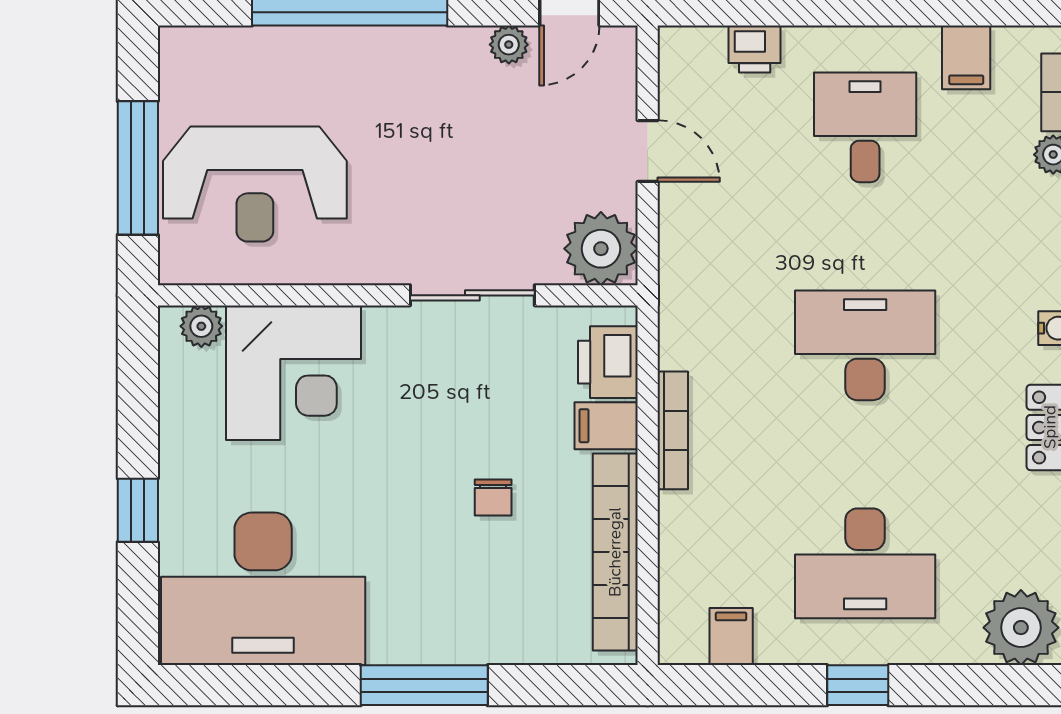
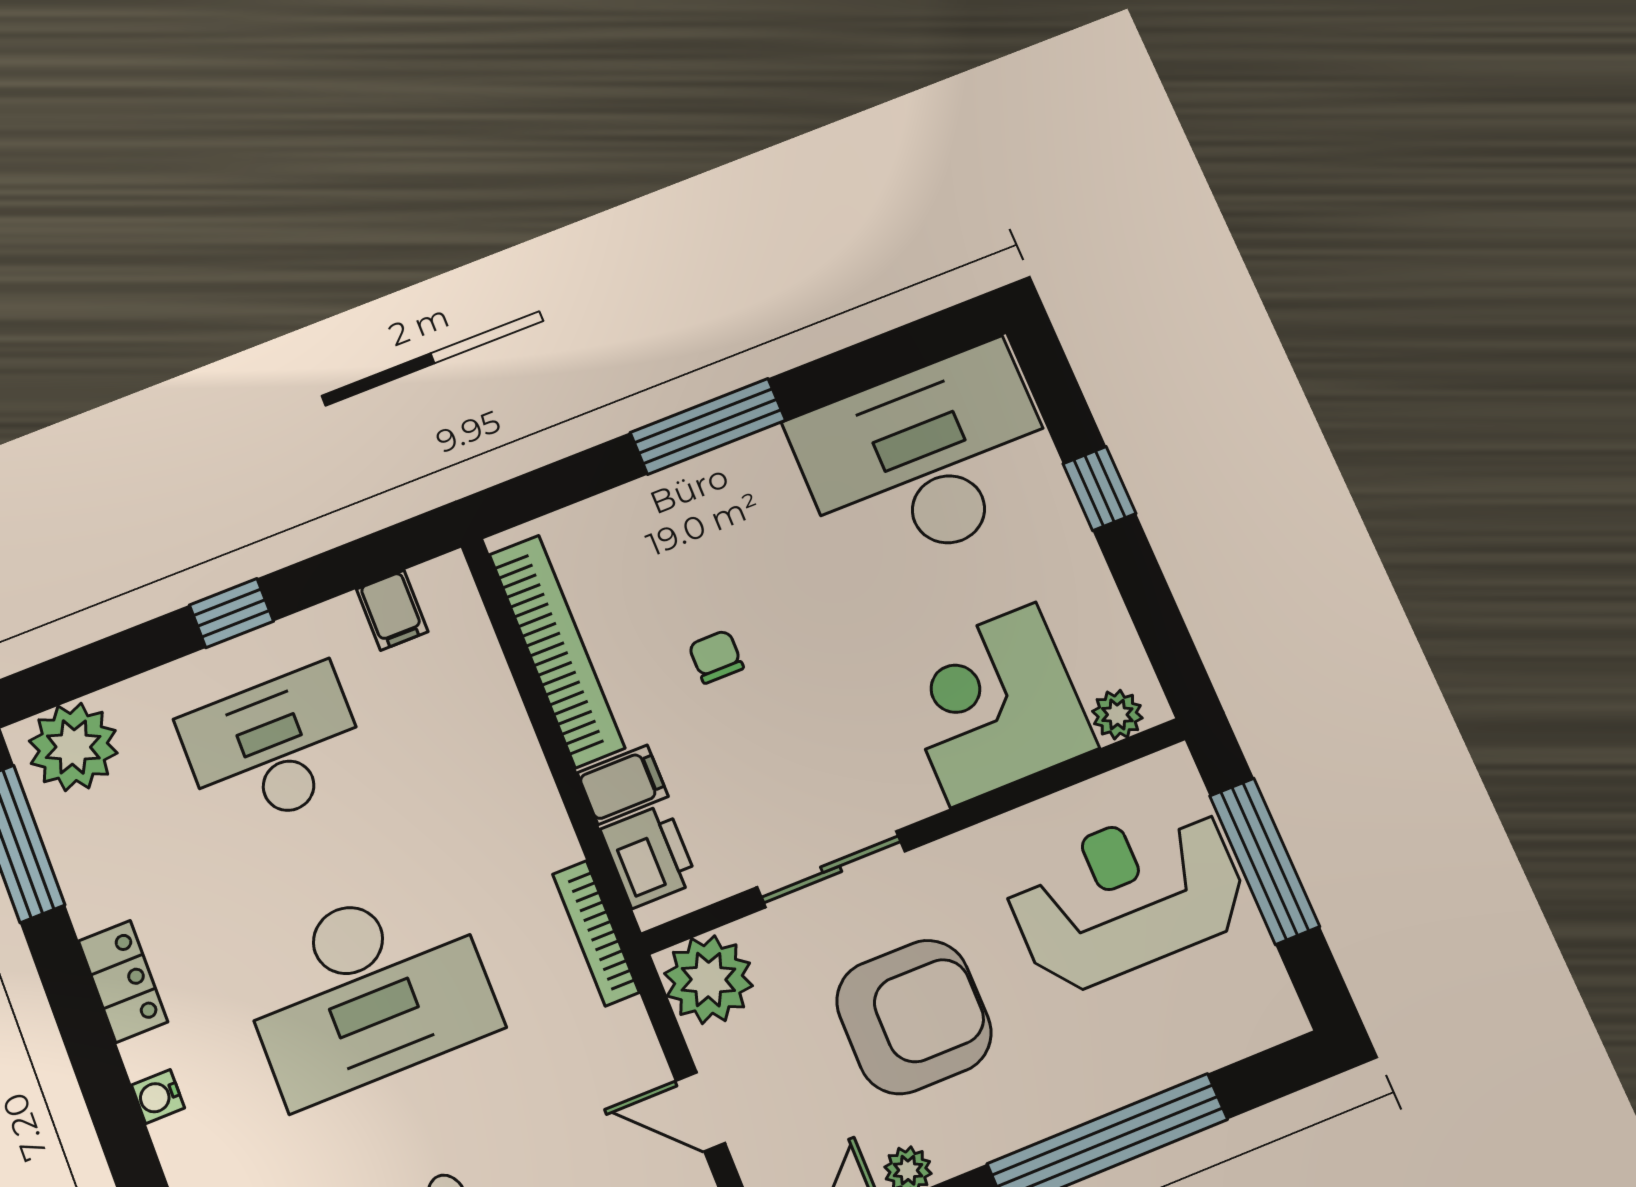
armchair: (456, 157) -> (914, 1017), added
desk: (865, 345) -> (367, 990), width x1.36, depth x1.30
bookcase: (673, 430) -> (596, 933), moved

